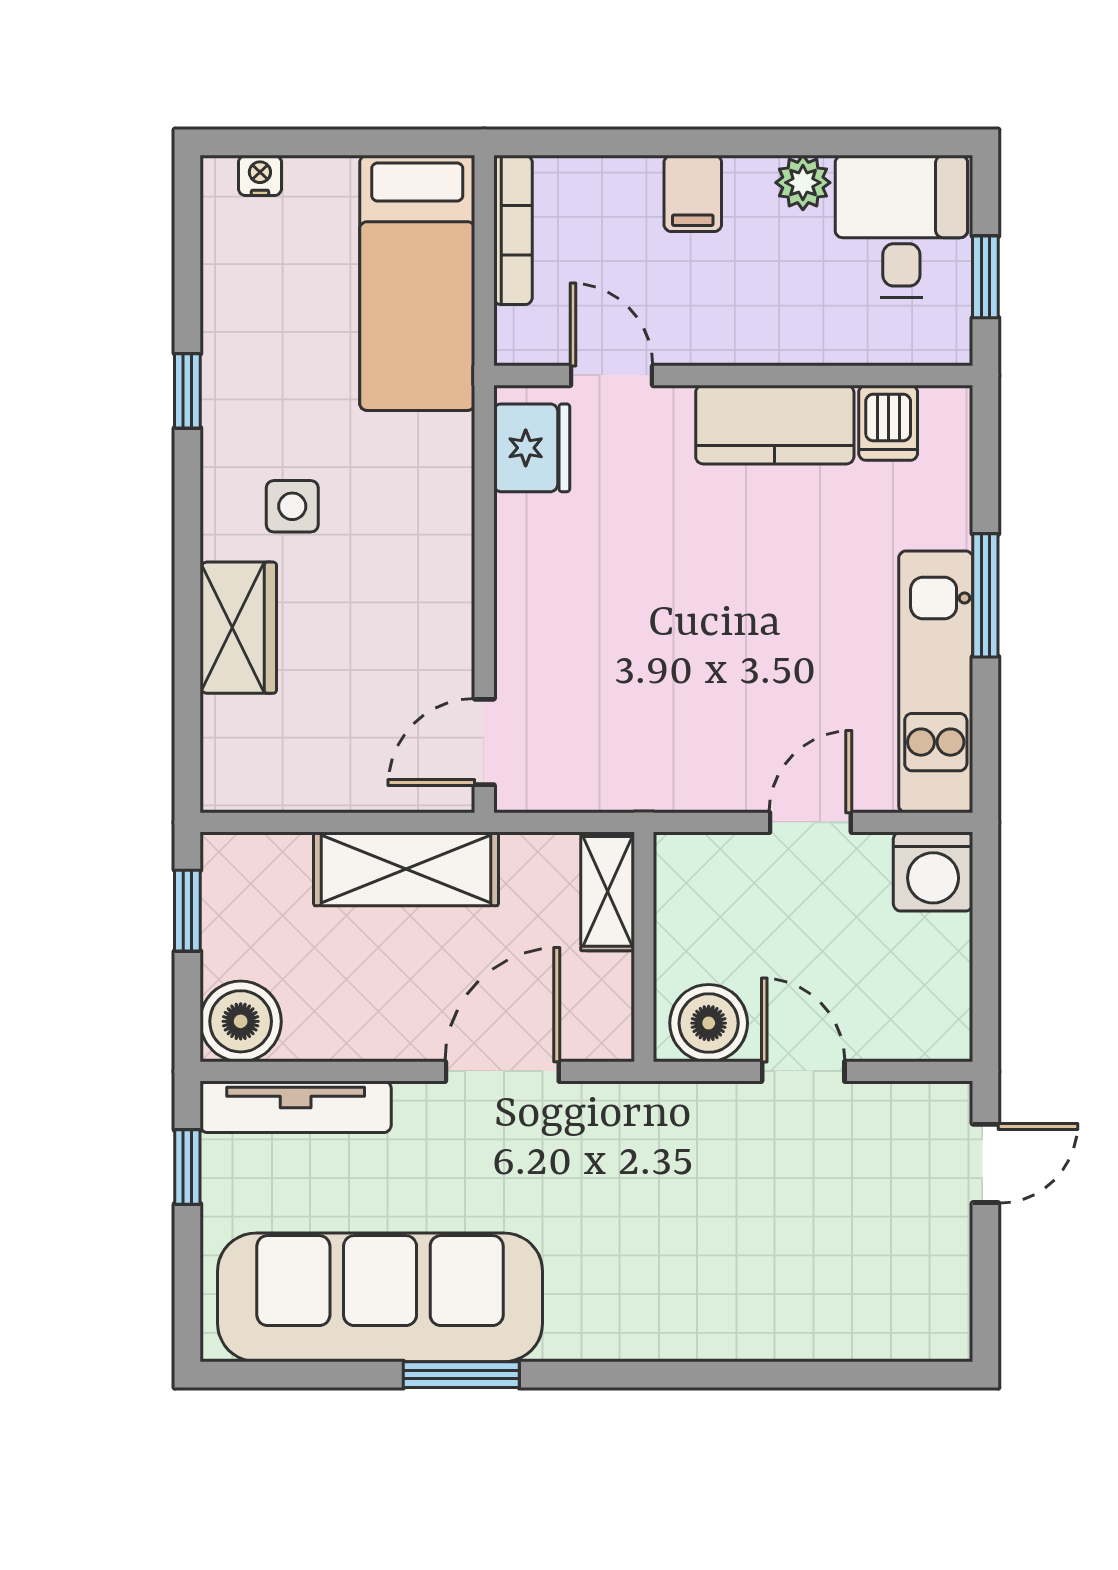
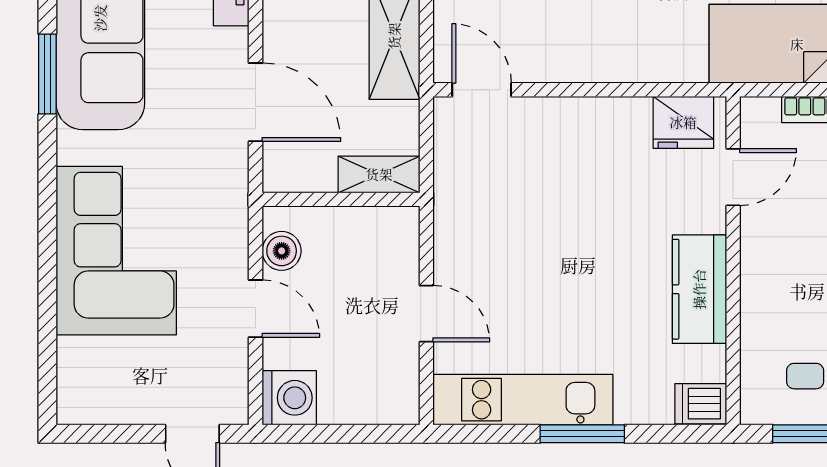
dishwasher: (888, 423) -> (701, 404), moved
washing machine: (933, 872) -> (289, 398), moved, turned 180
boiler: (709, 1023) -> (282, 251), width x0.73, depth x0.73
door: (803, 1071) -> (256, 309), hinge flipped
corner sofa: (719, 1274) -> (116, 251), added

